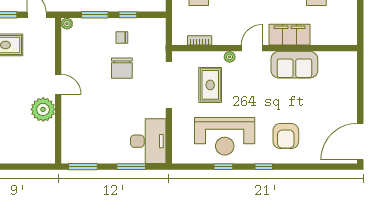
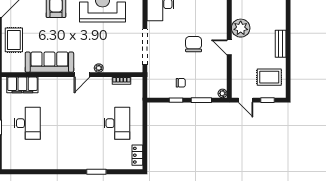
filing cabinet: (290, 35) -> (22, 85), moved
sofa: (294, 65) -> (49, 62), width x1.36
chair: (122, 68) -> (194, 44), moved
rug: (210, 85) -> (14, 40), moved

